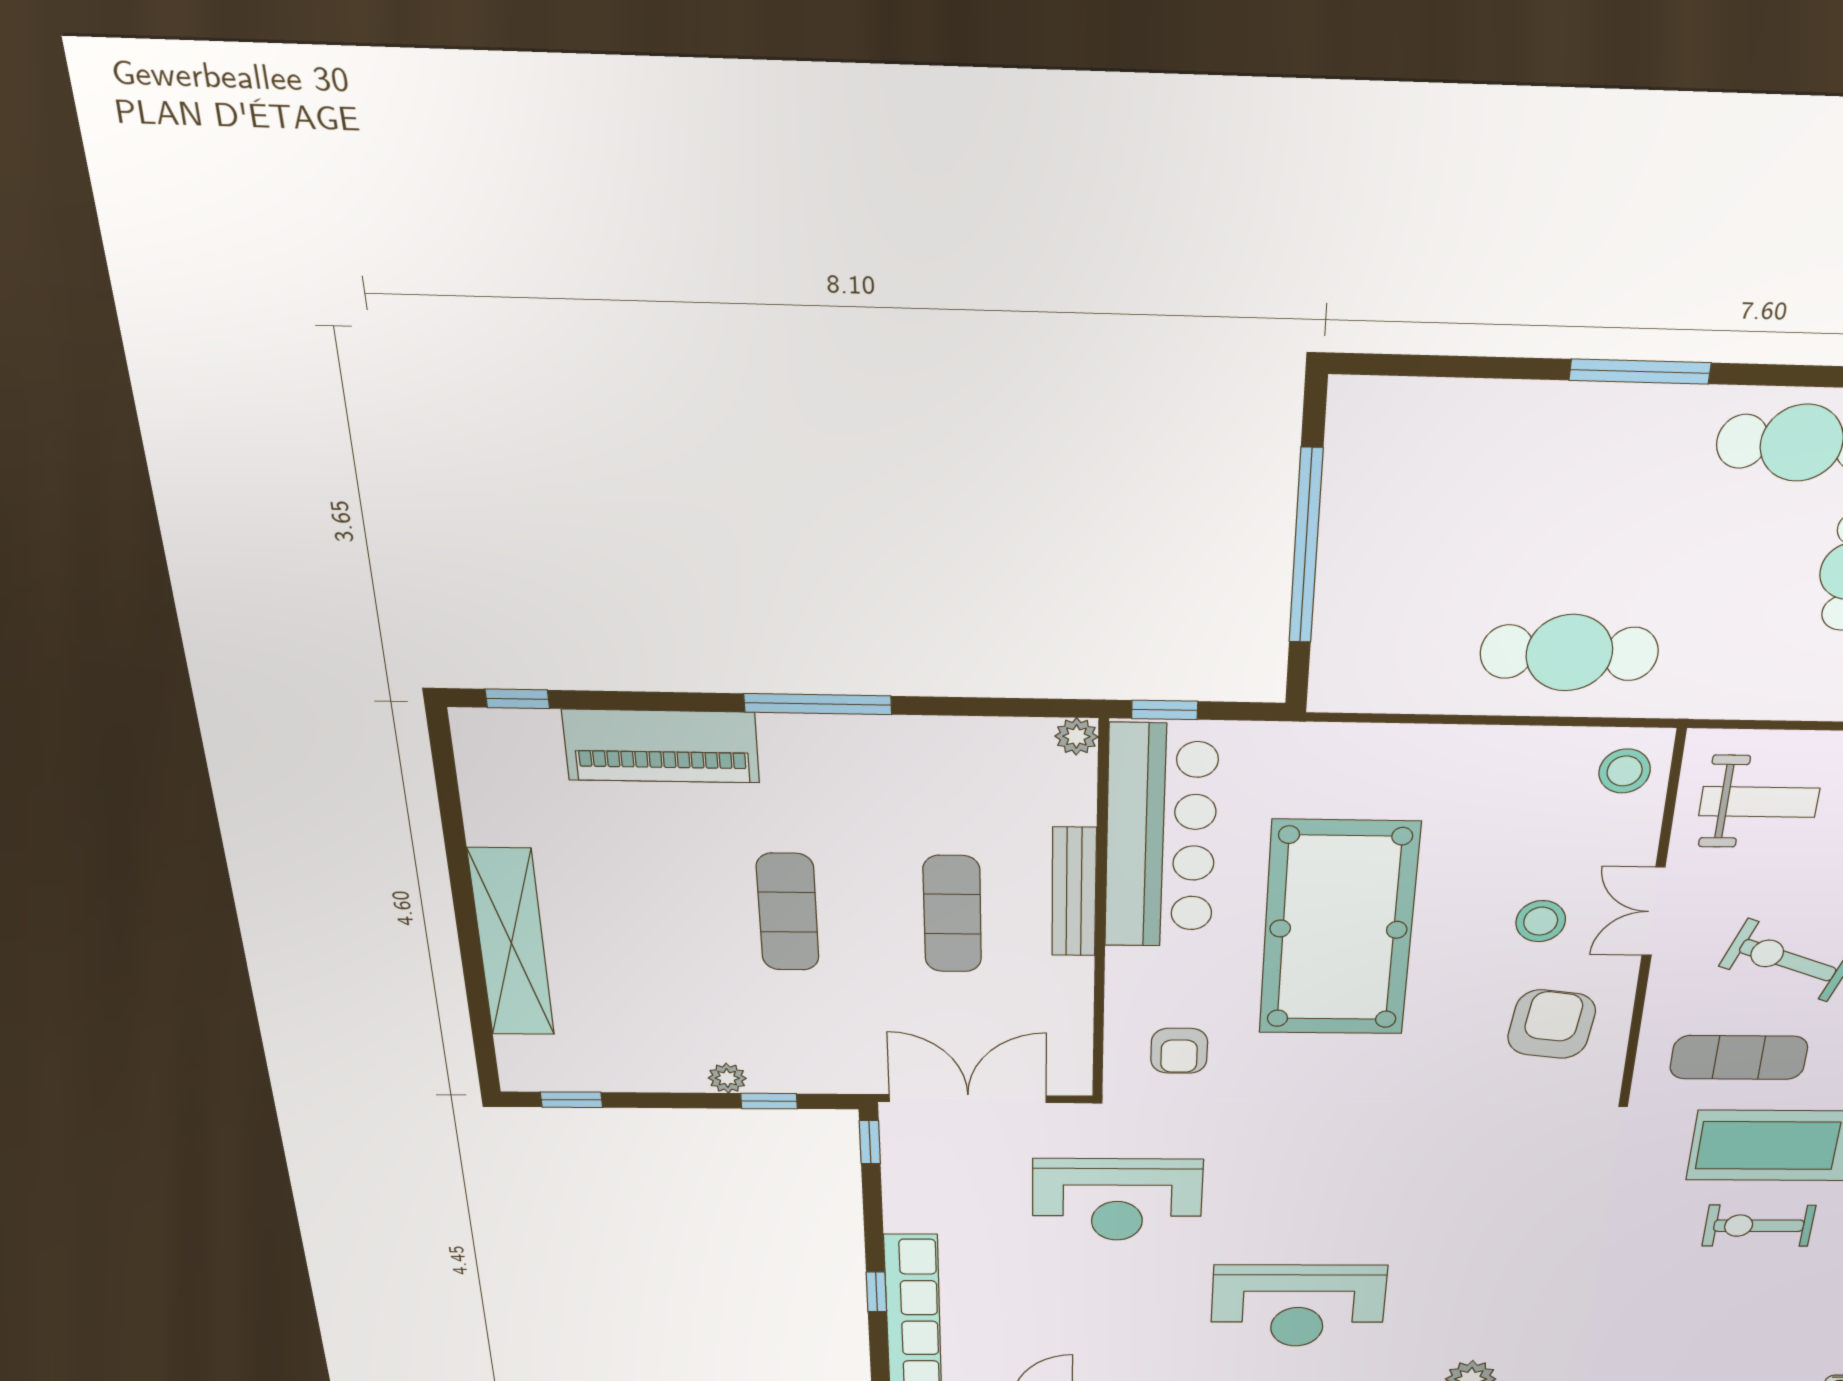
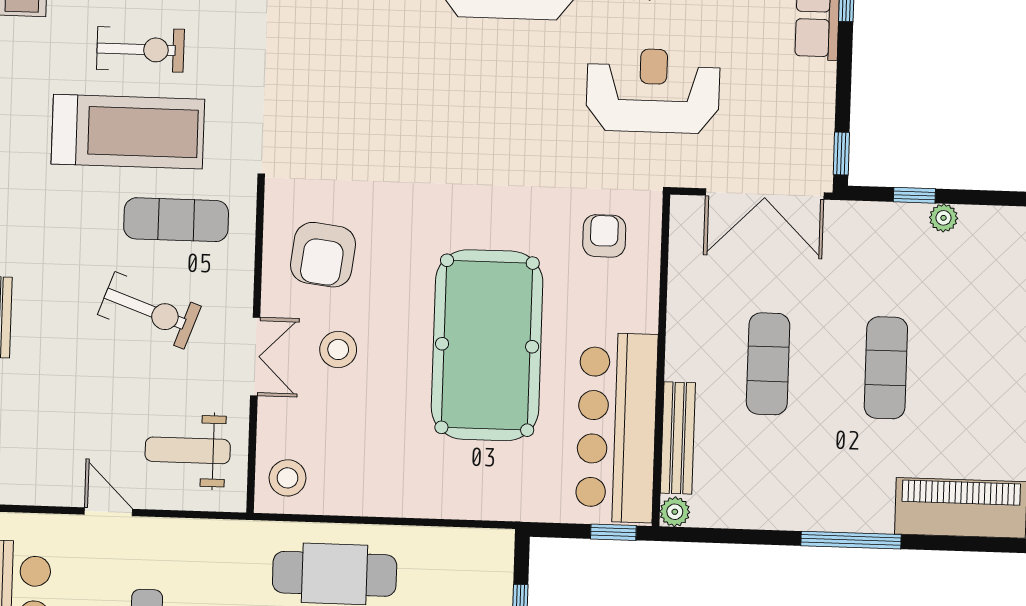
bench: (1074, 892) -> (678, 438), moved

